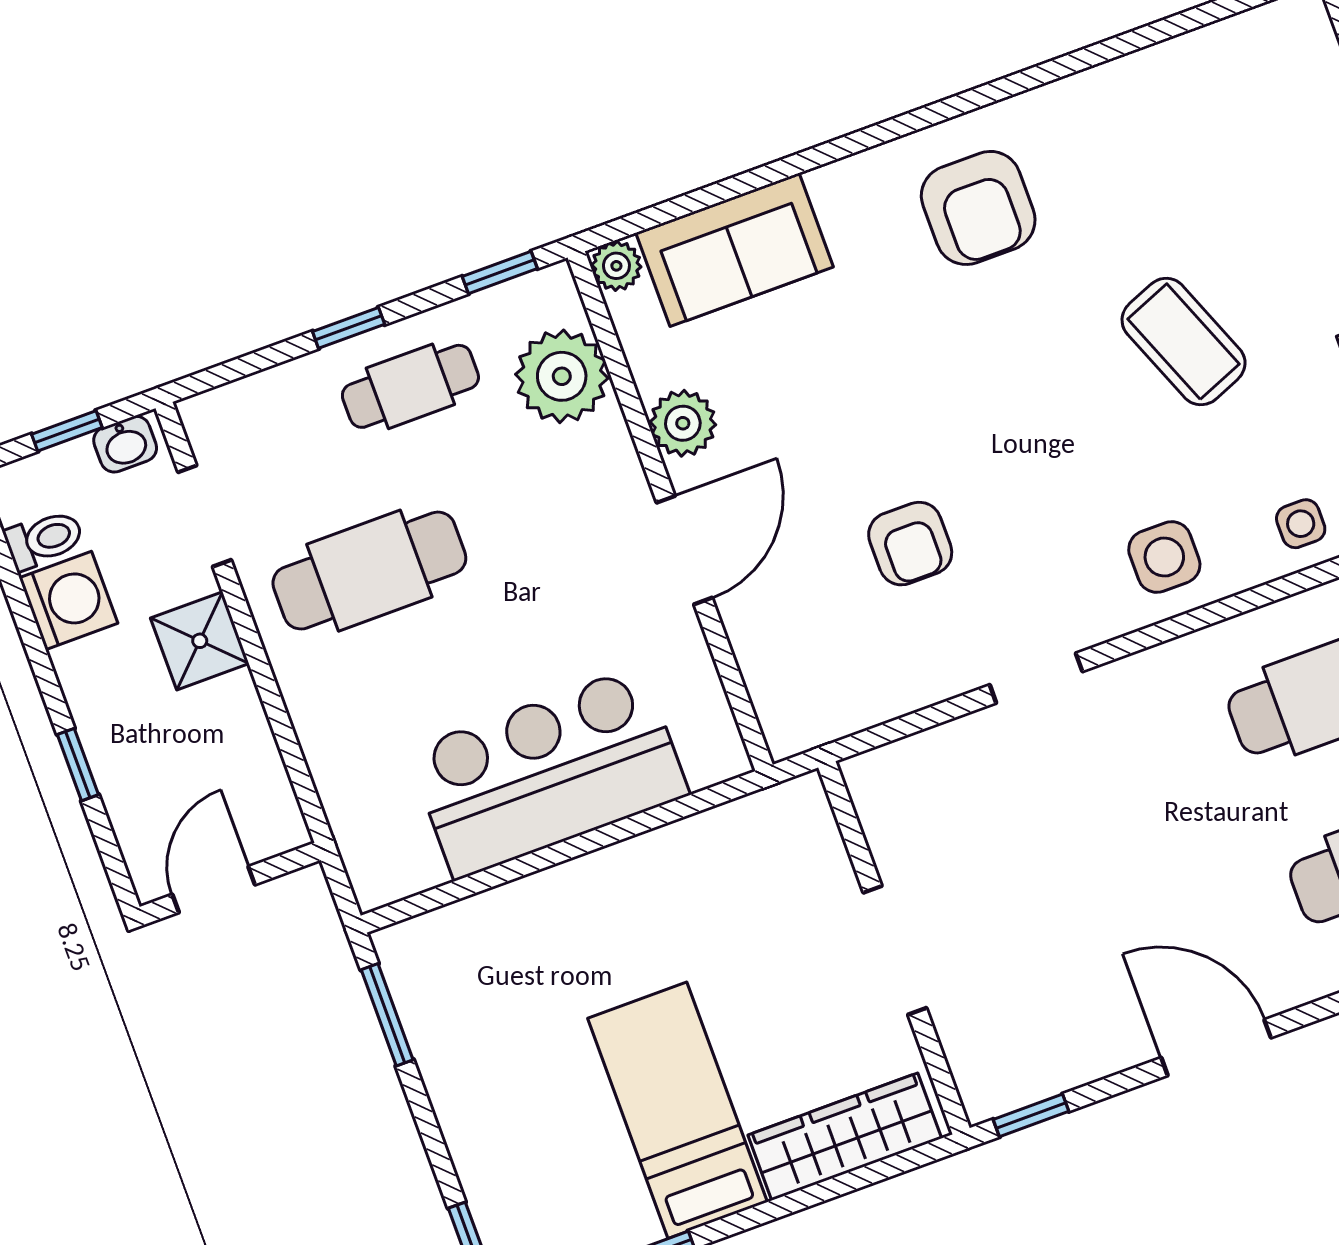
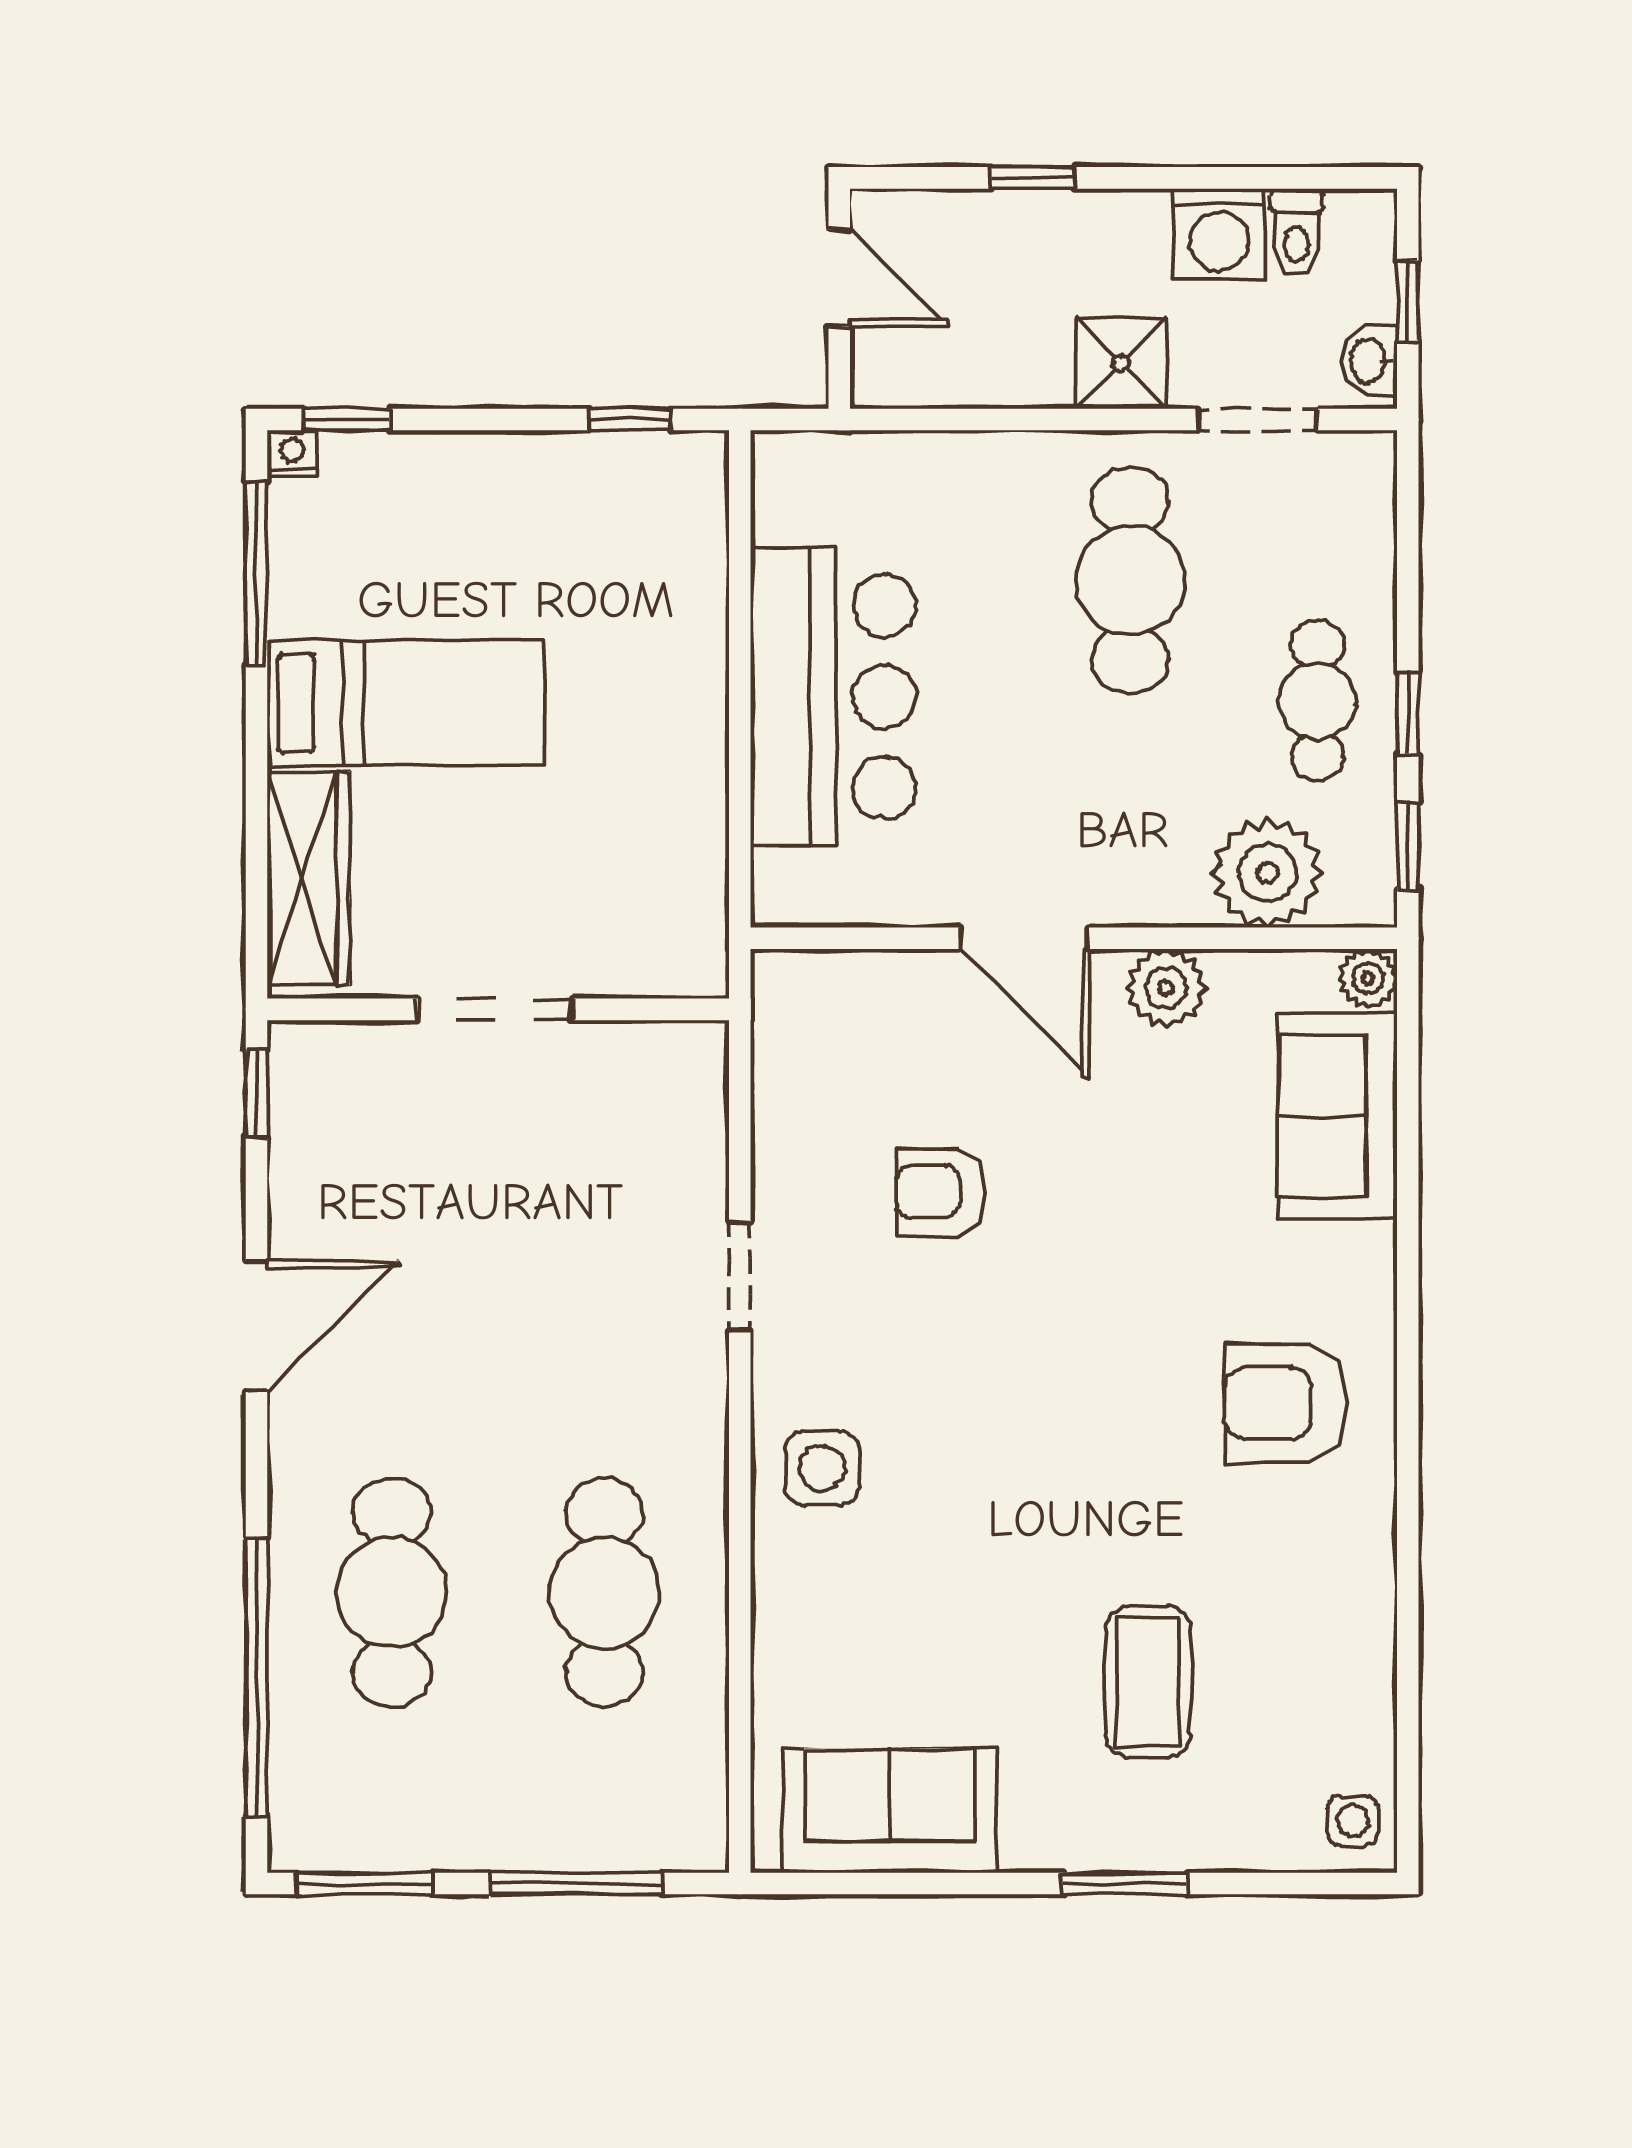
window: (349, 328) -> (1408, 713), moved
coffee table: (1184, 342) -> (1148, 1682), moved, turned -68
side table: (1301, 524) -> (1353, 1821), moved
window: (387, 1015) -> (630, 419), width x0.67

